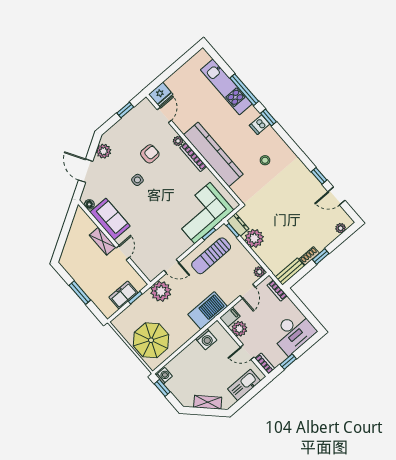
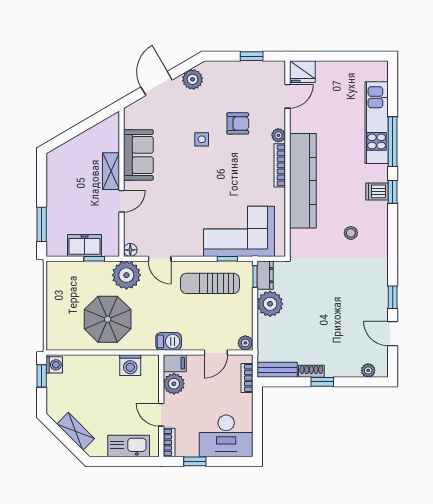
floor lamp: (89, 204) -> (130, 250), moved
window: (80, 293) -> (42, 224), moved
barbecue: (208, 311) -> (169, 341), width x0.53, depth x0.65
parasol: (151, 340) -> (108, 319), moved

